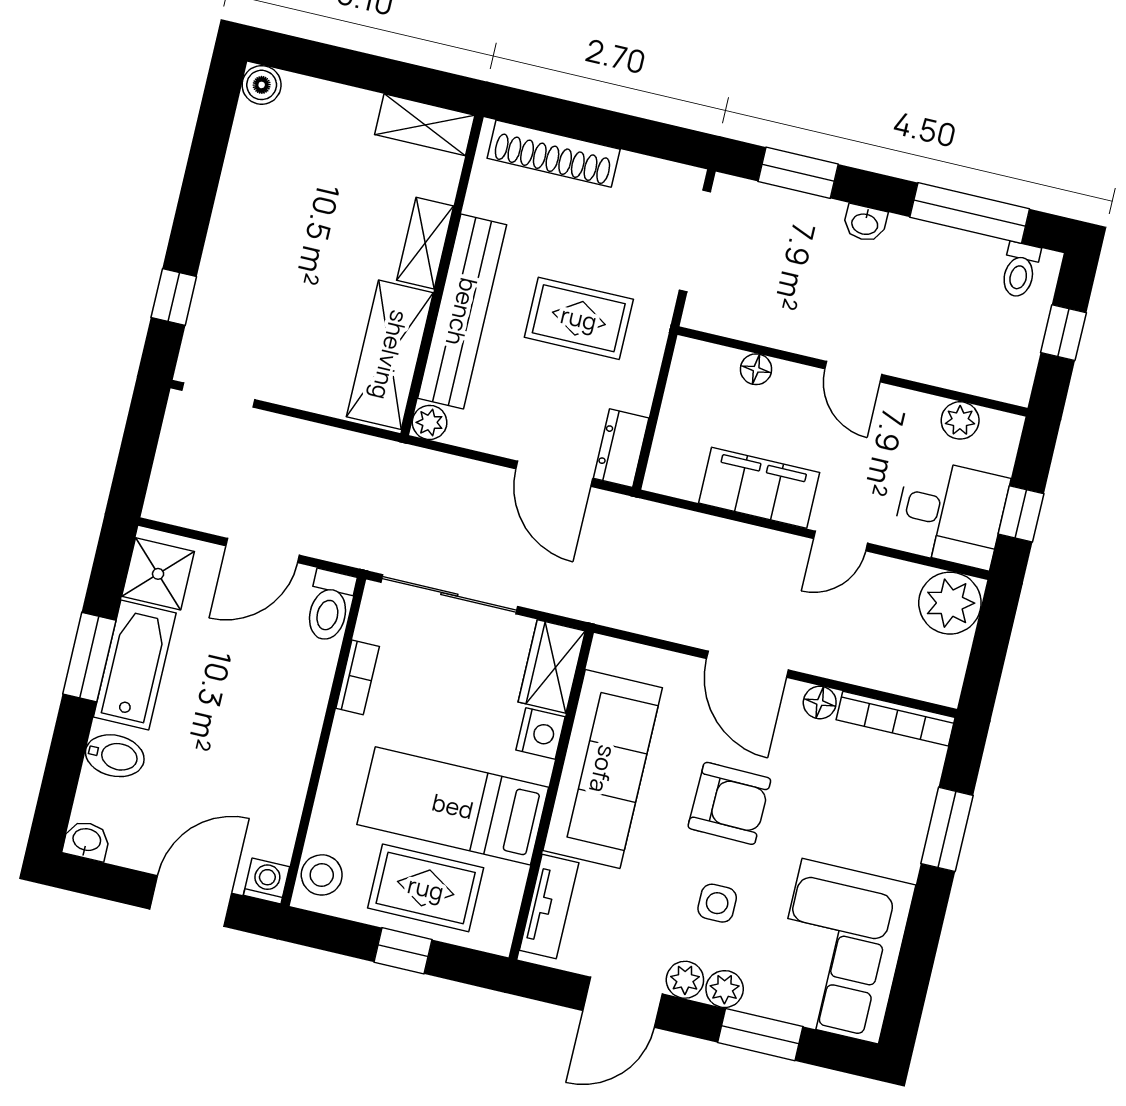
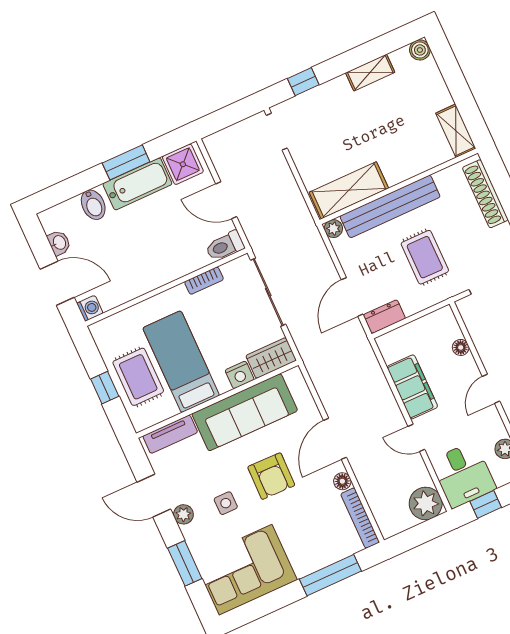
shelving: (425, 243) -> (370, 73), moved
window: (947, 829) -> (330, 575), width x1.44
washbasin: (87, 841) -> (59, 243), moved
stool: (322, 875) -> (110, 329), removed
plant: (725, 989) -> (192, 534), removed

